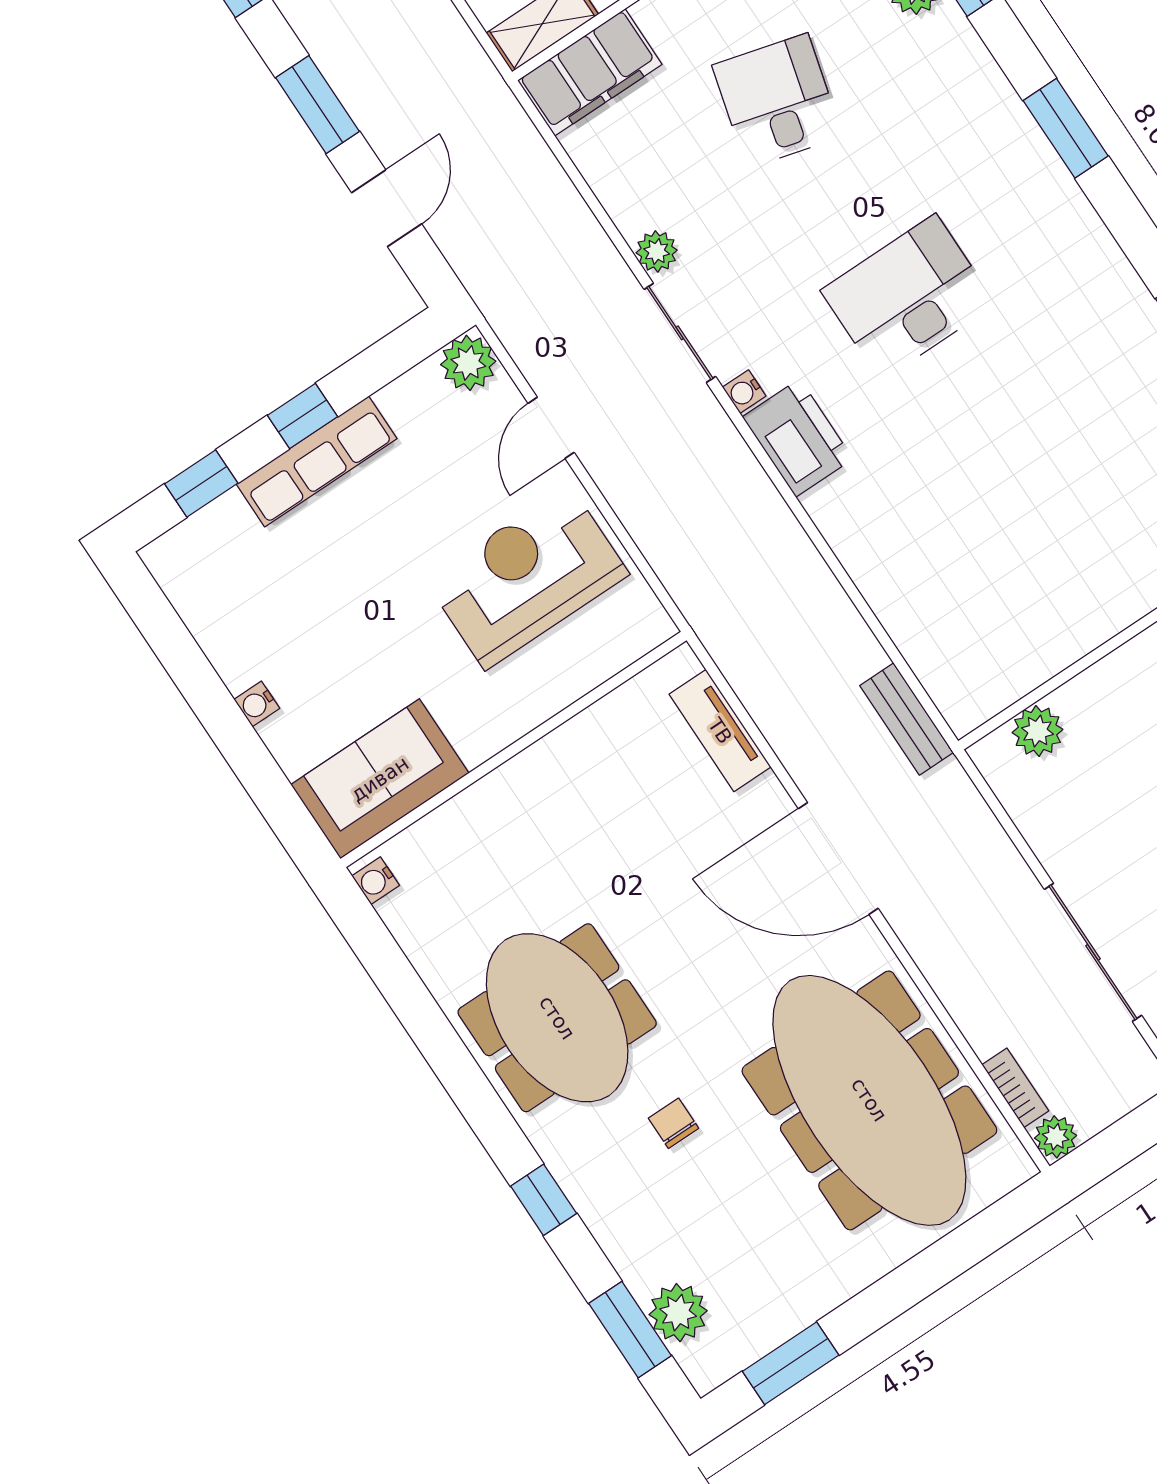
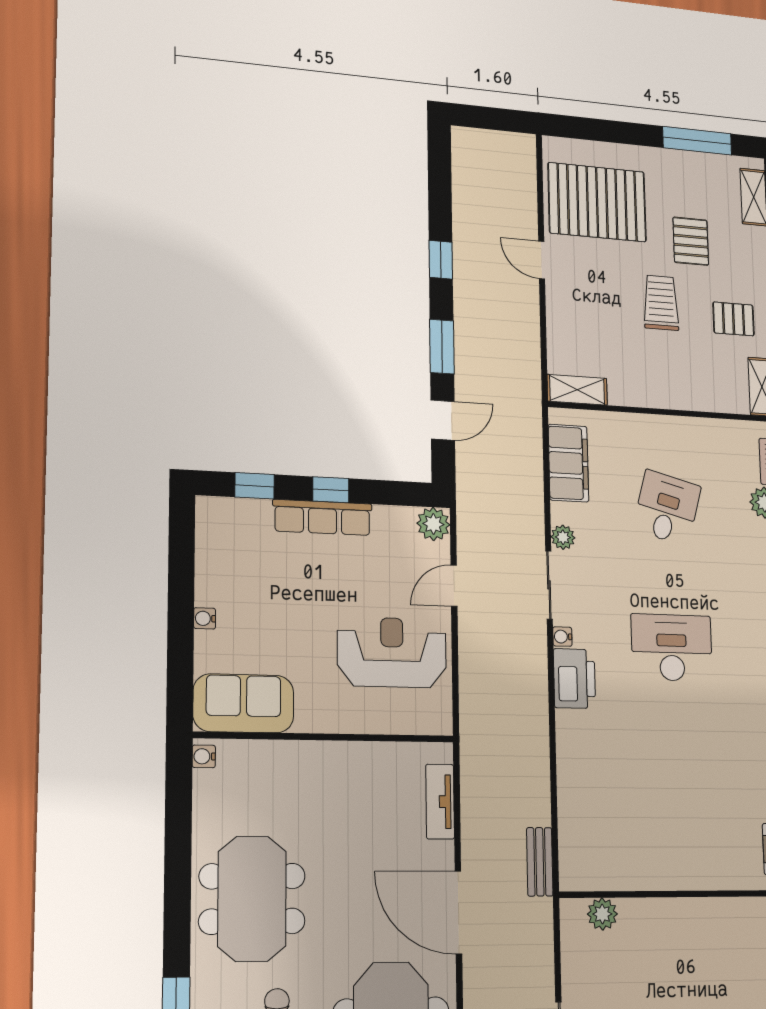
filing cabinet: (590, 72) -> (568, 463), moved, turned -90

